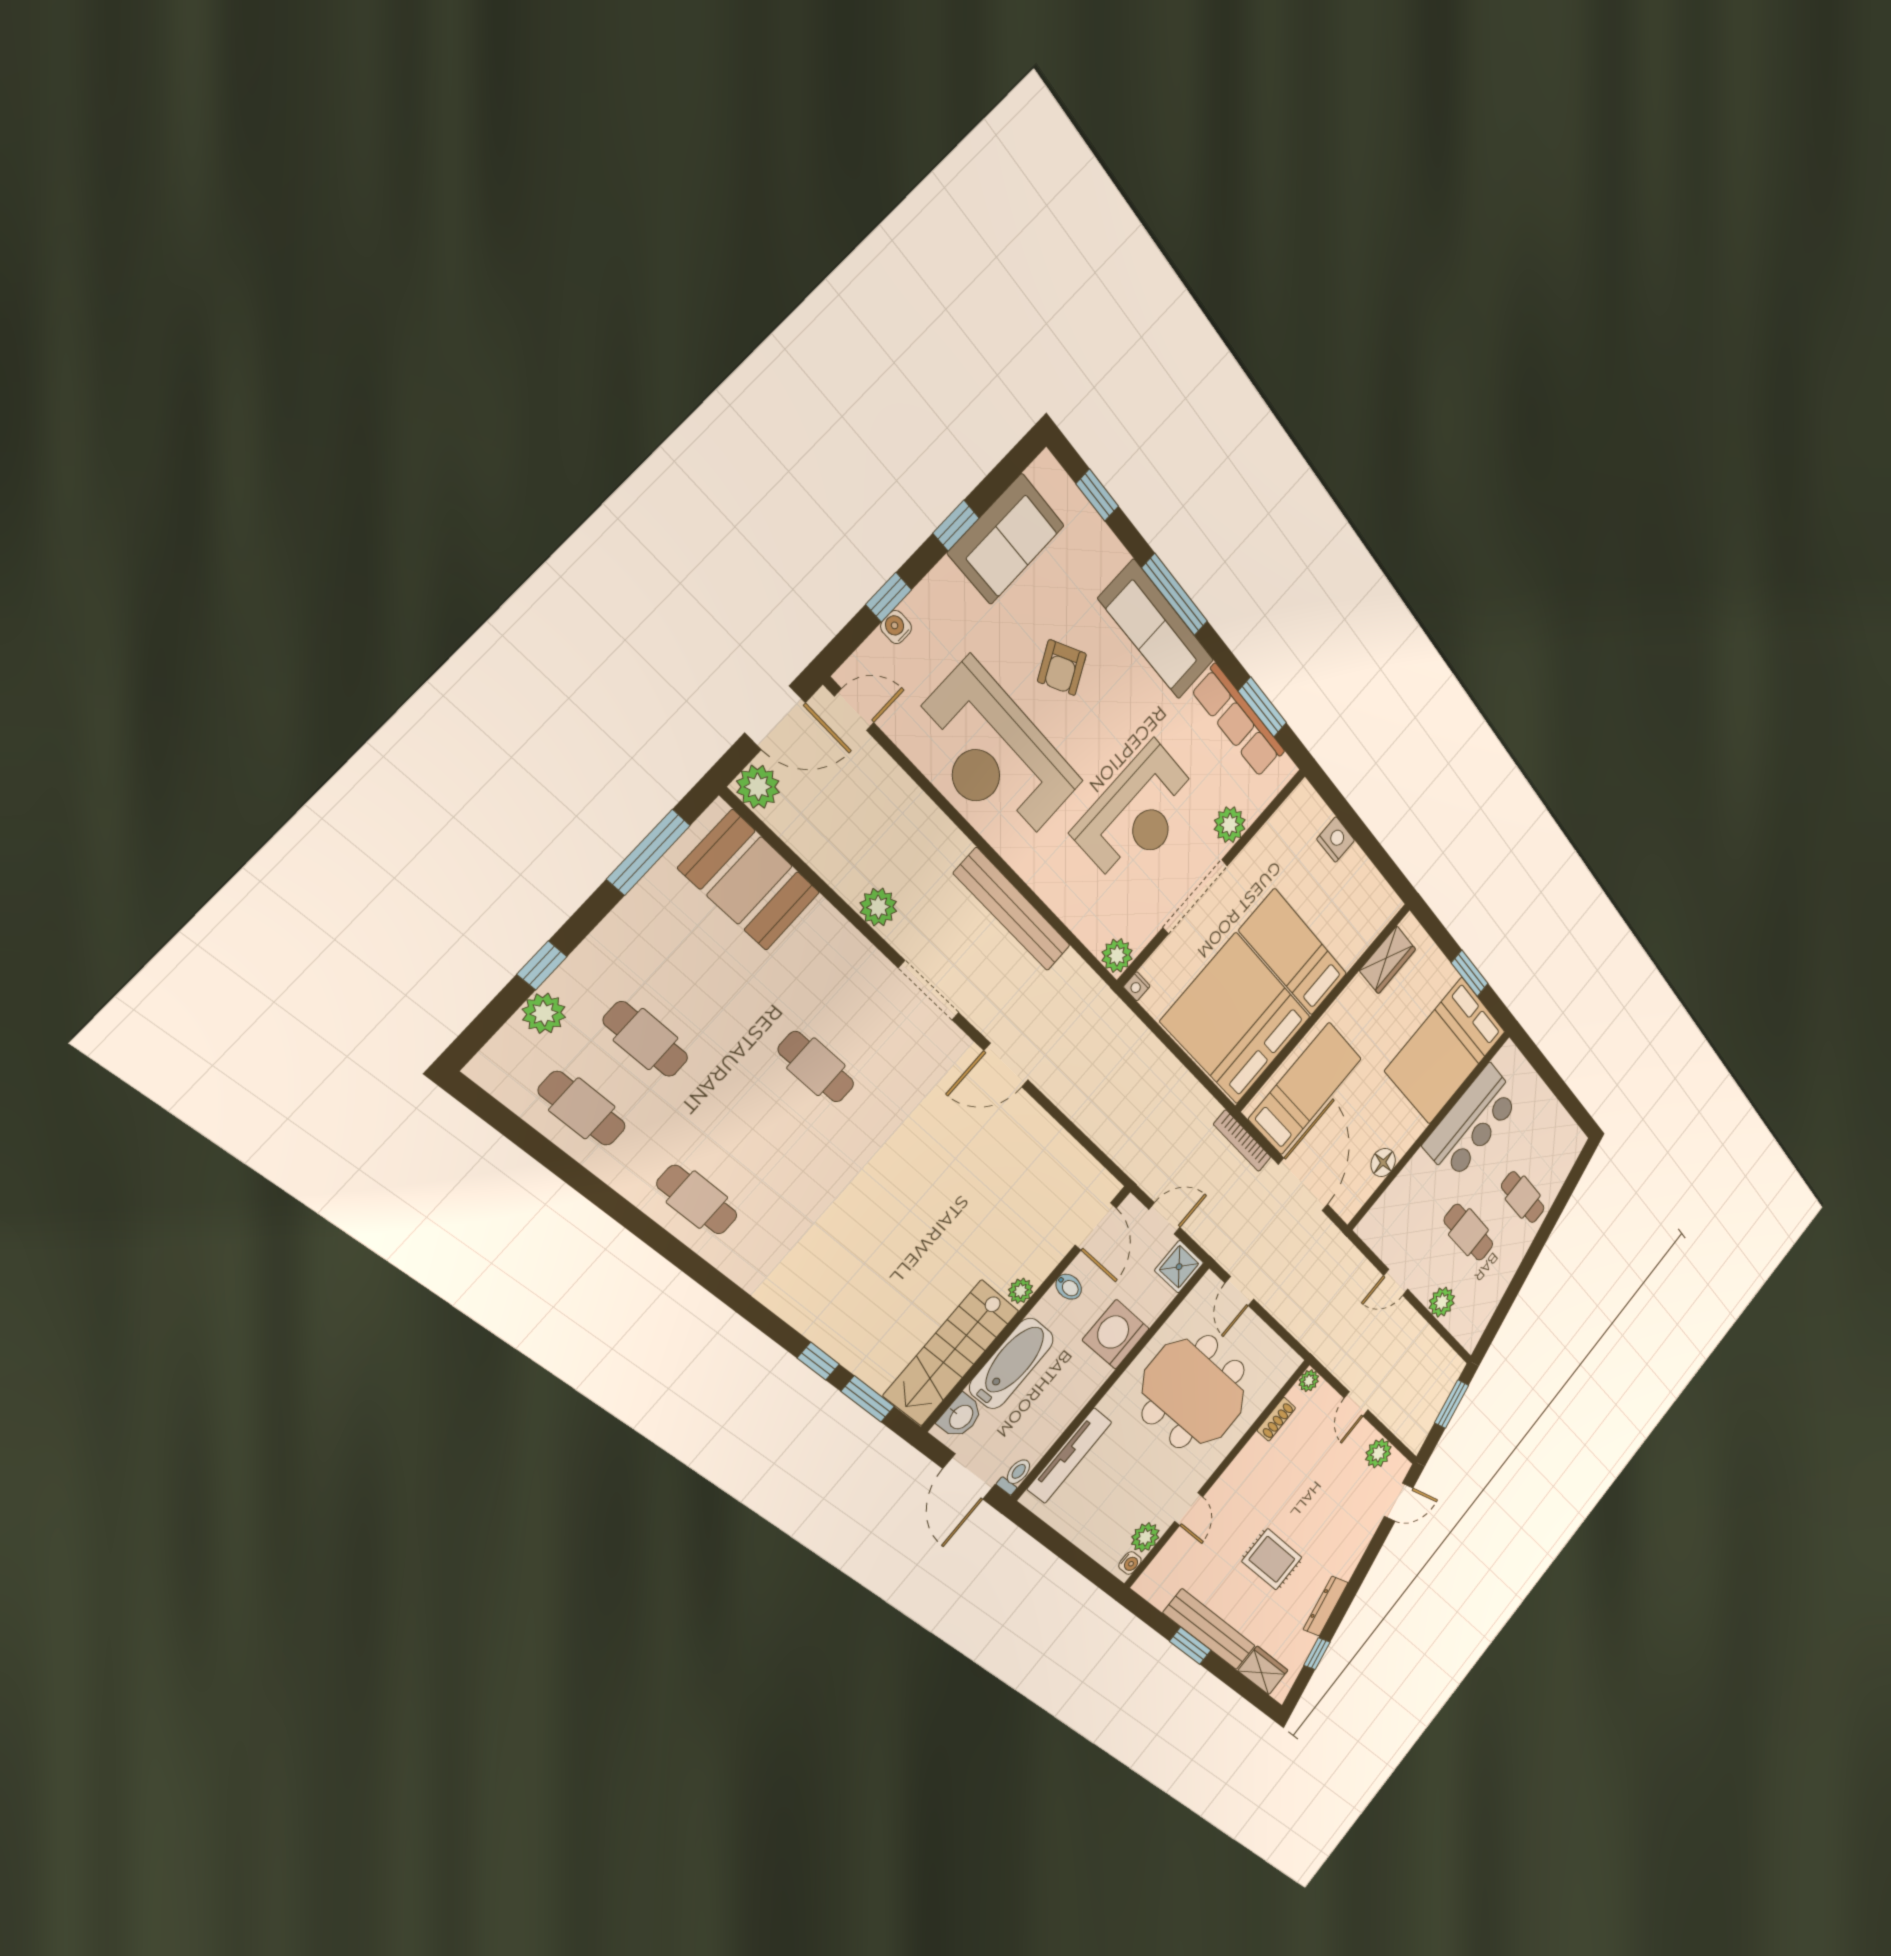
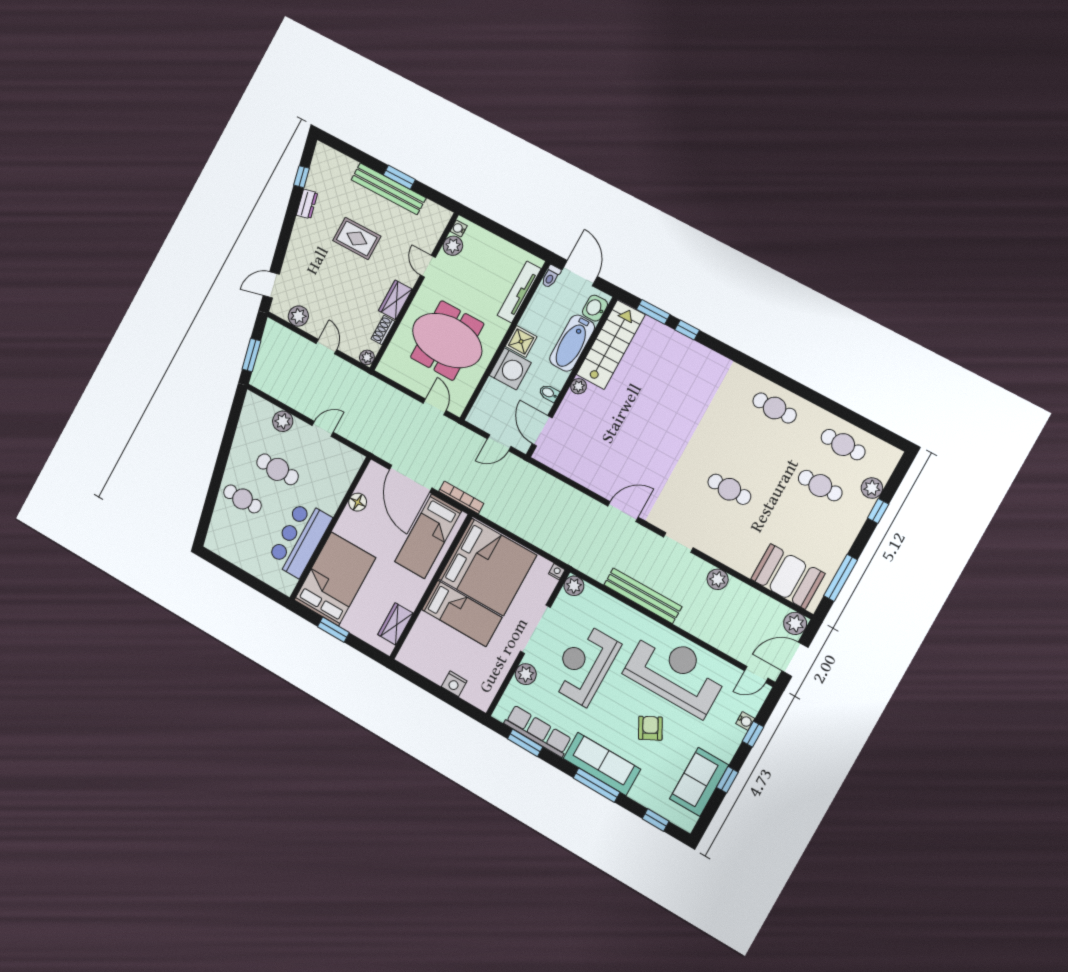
doorway: (929, 990) -> (678, 542), width x0.73
shower: (1179, 1267) -> (521, 342), moved
dresser: (1326, 1606) -> (307, 204), width x0.70
wardrobe: (1263, 1670) -> (395, 300), moved, turned 90

